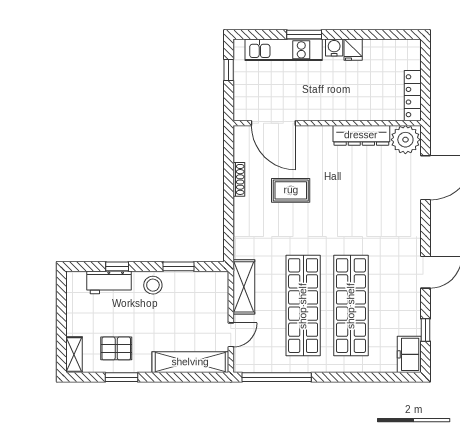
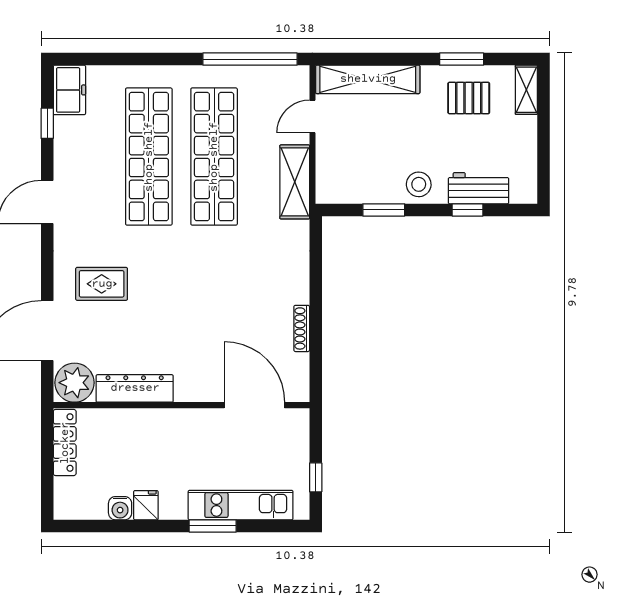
water cooler: (334, 48) -> (120, 508), moved
rug: (291, 190) -> (102, 284), moved

